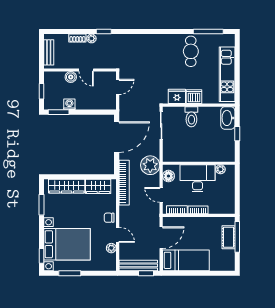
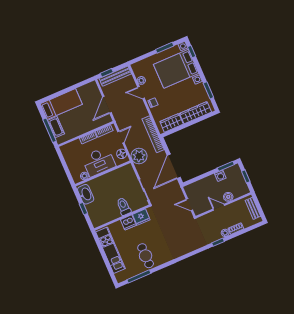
door: (118, 87) -> (189, 205), hinge flipped
washbasin: (228, 118) -> (86, 194), moved
door: (161, 195) -> (121, 137), hinge flipped
bed: (186, 260) -> (61, 104), moved, turned 180

